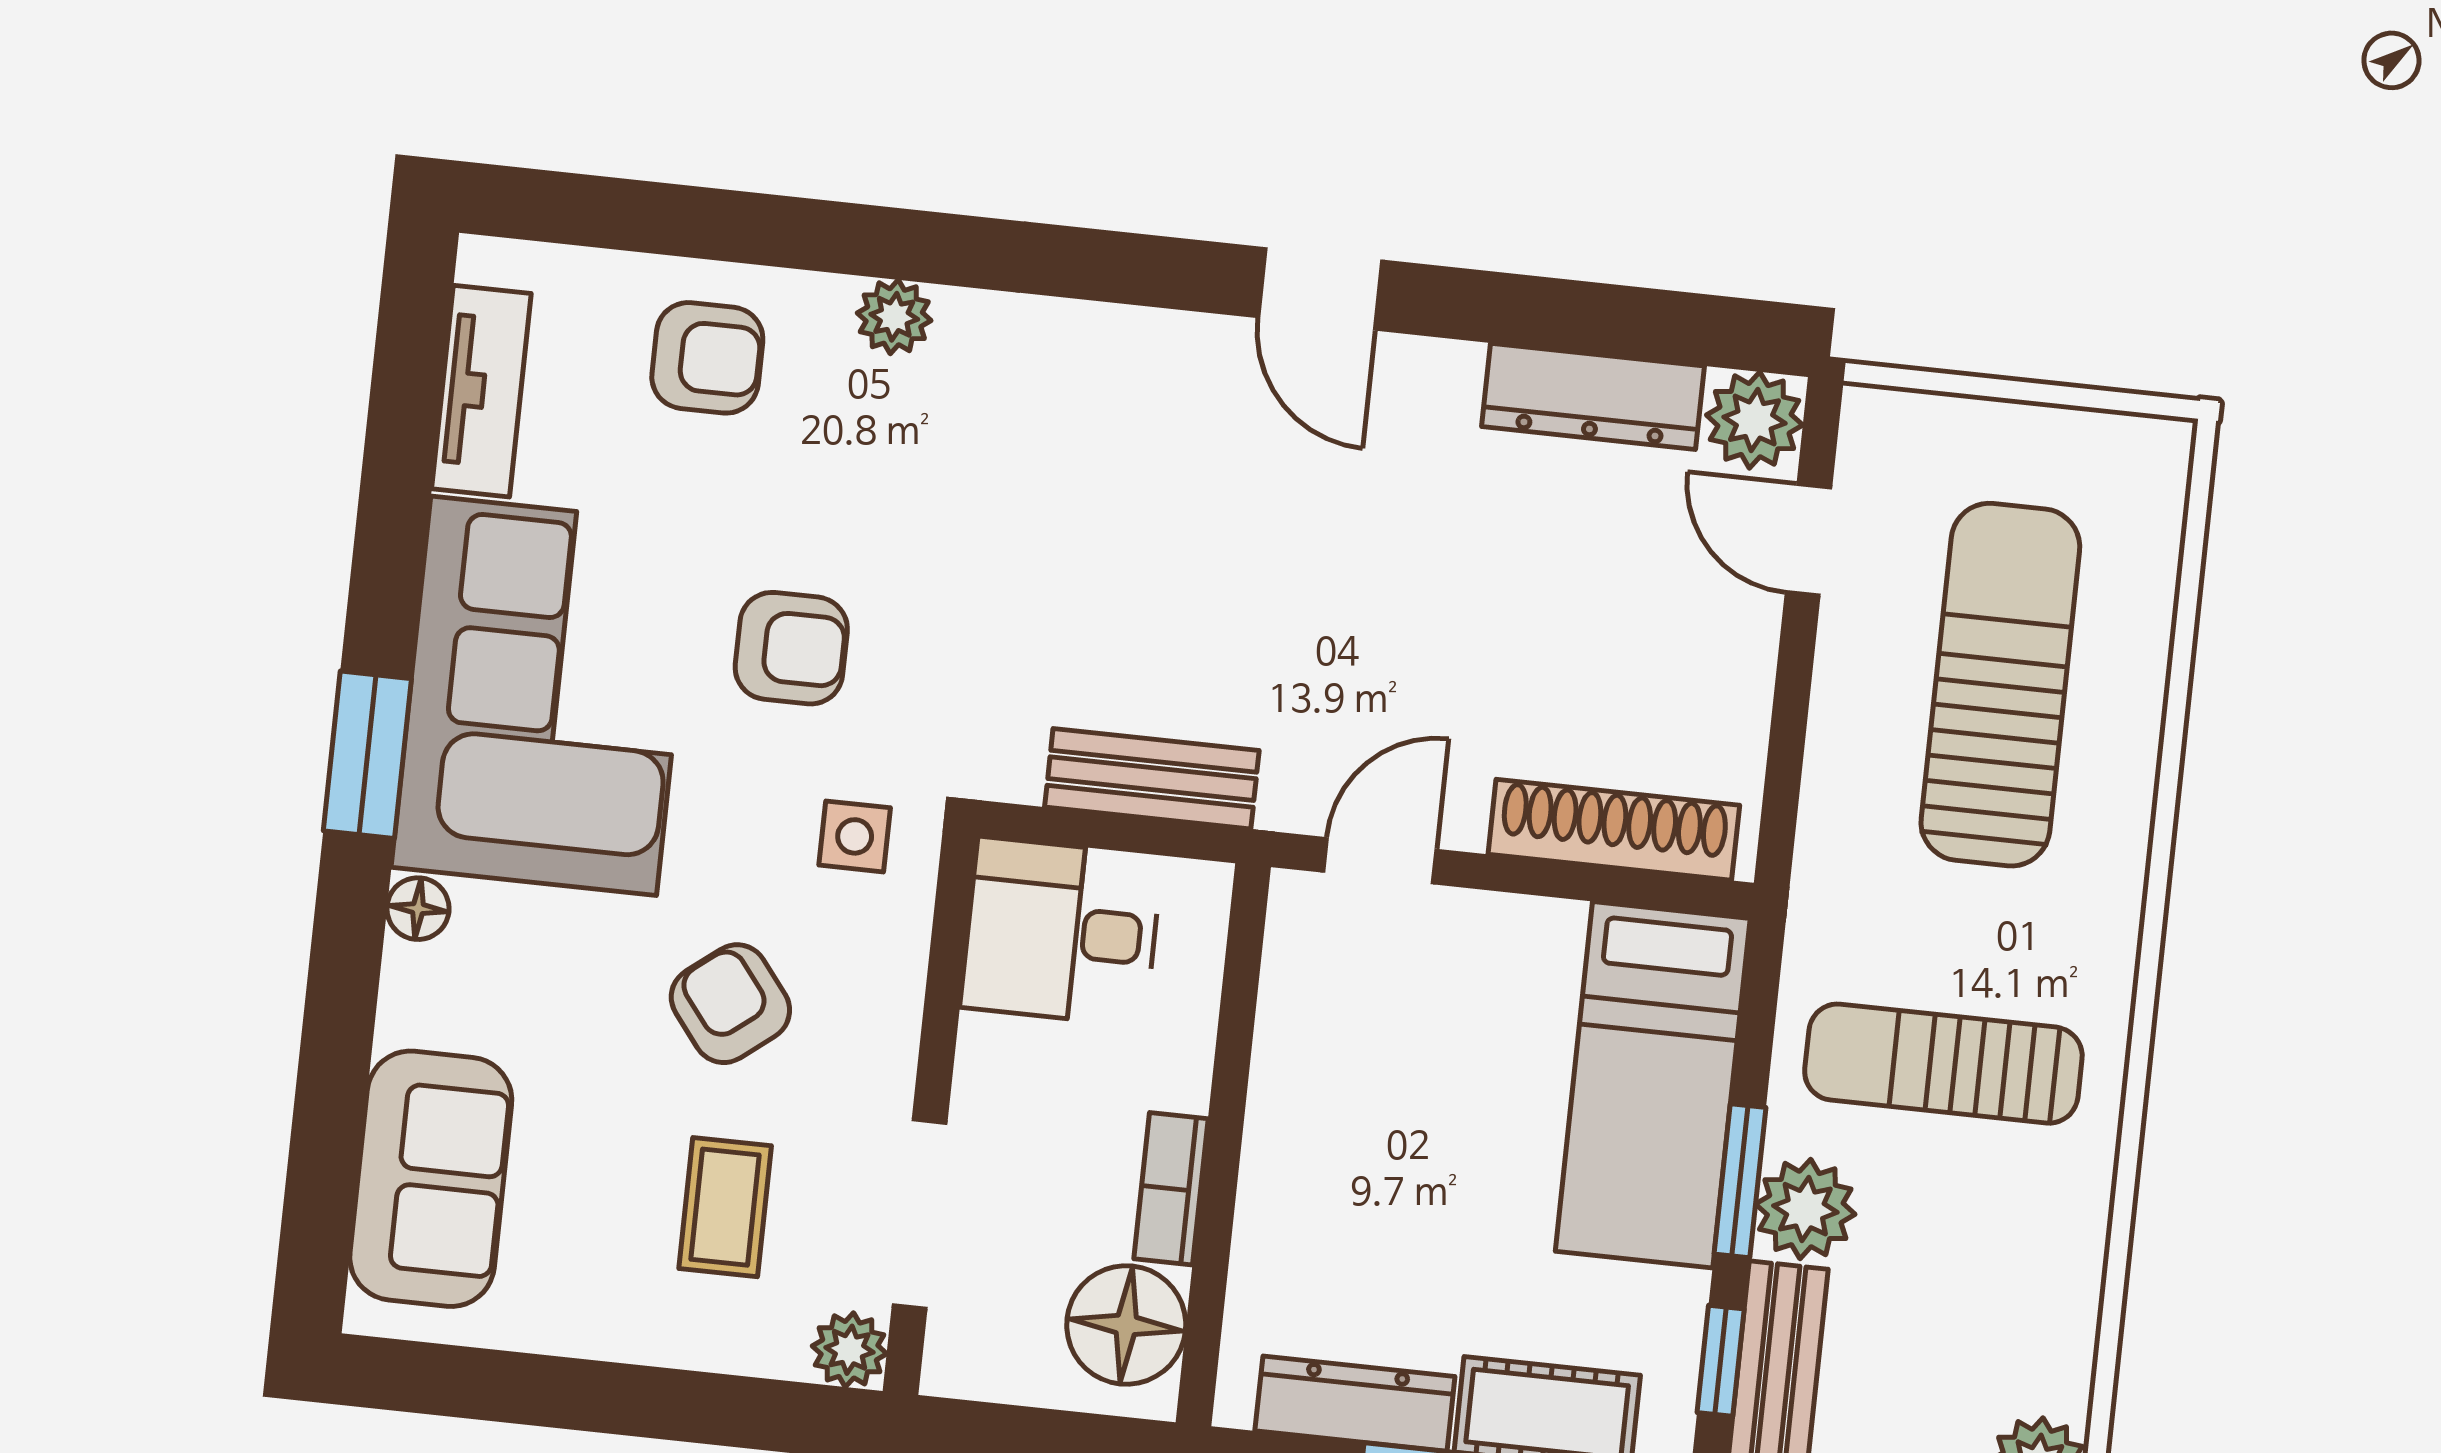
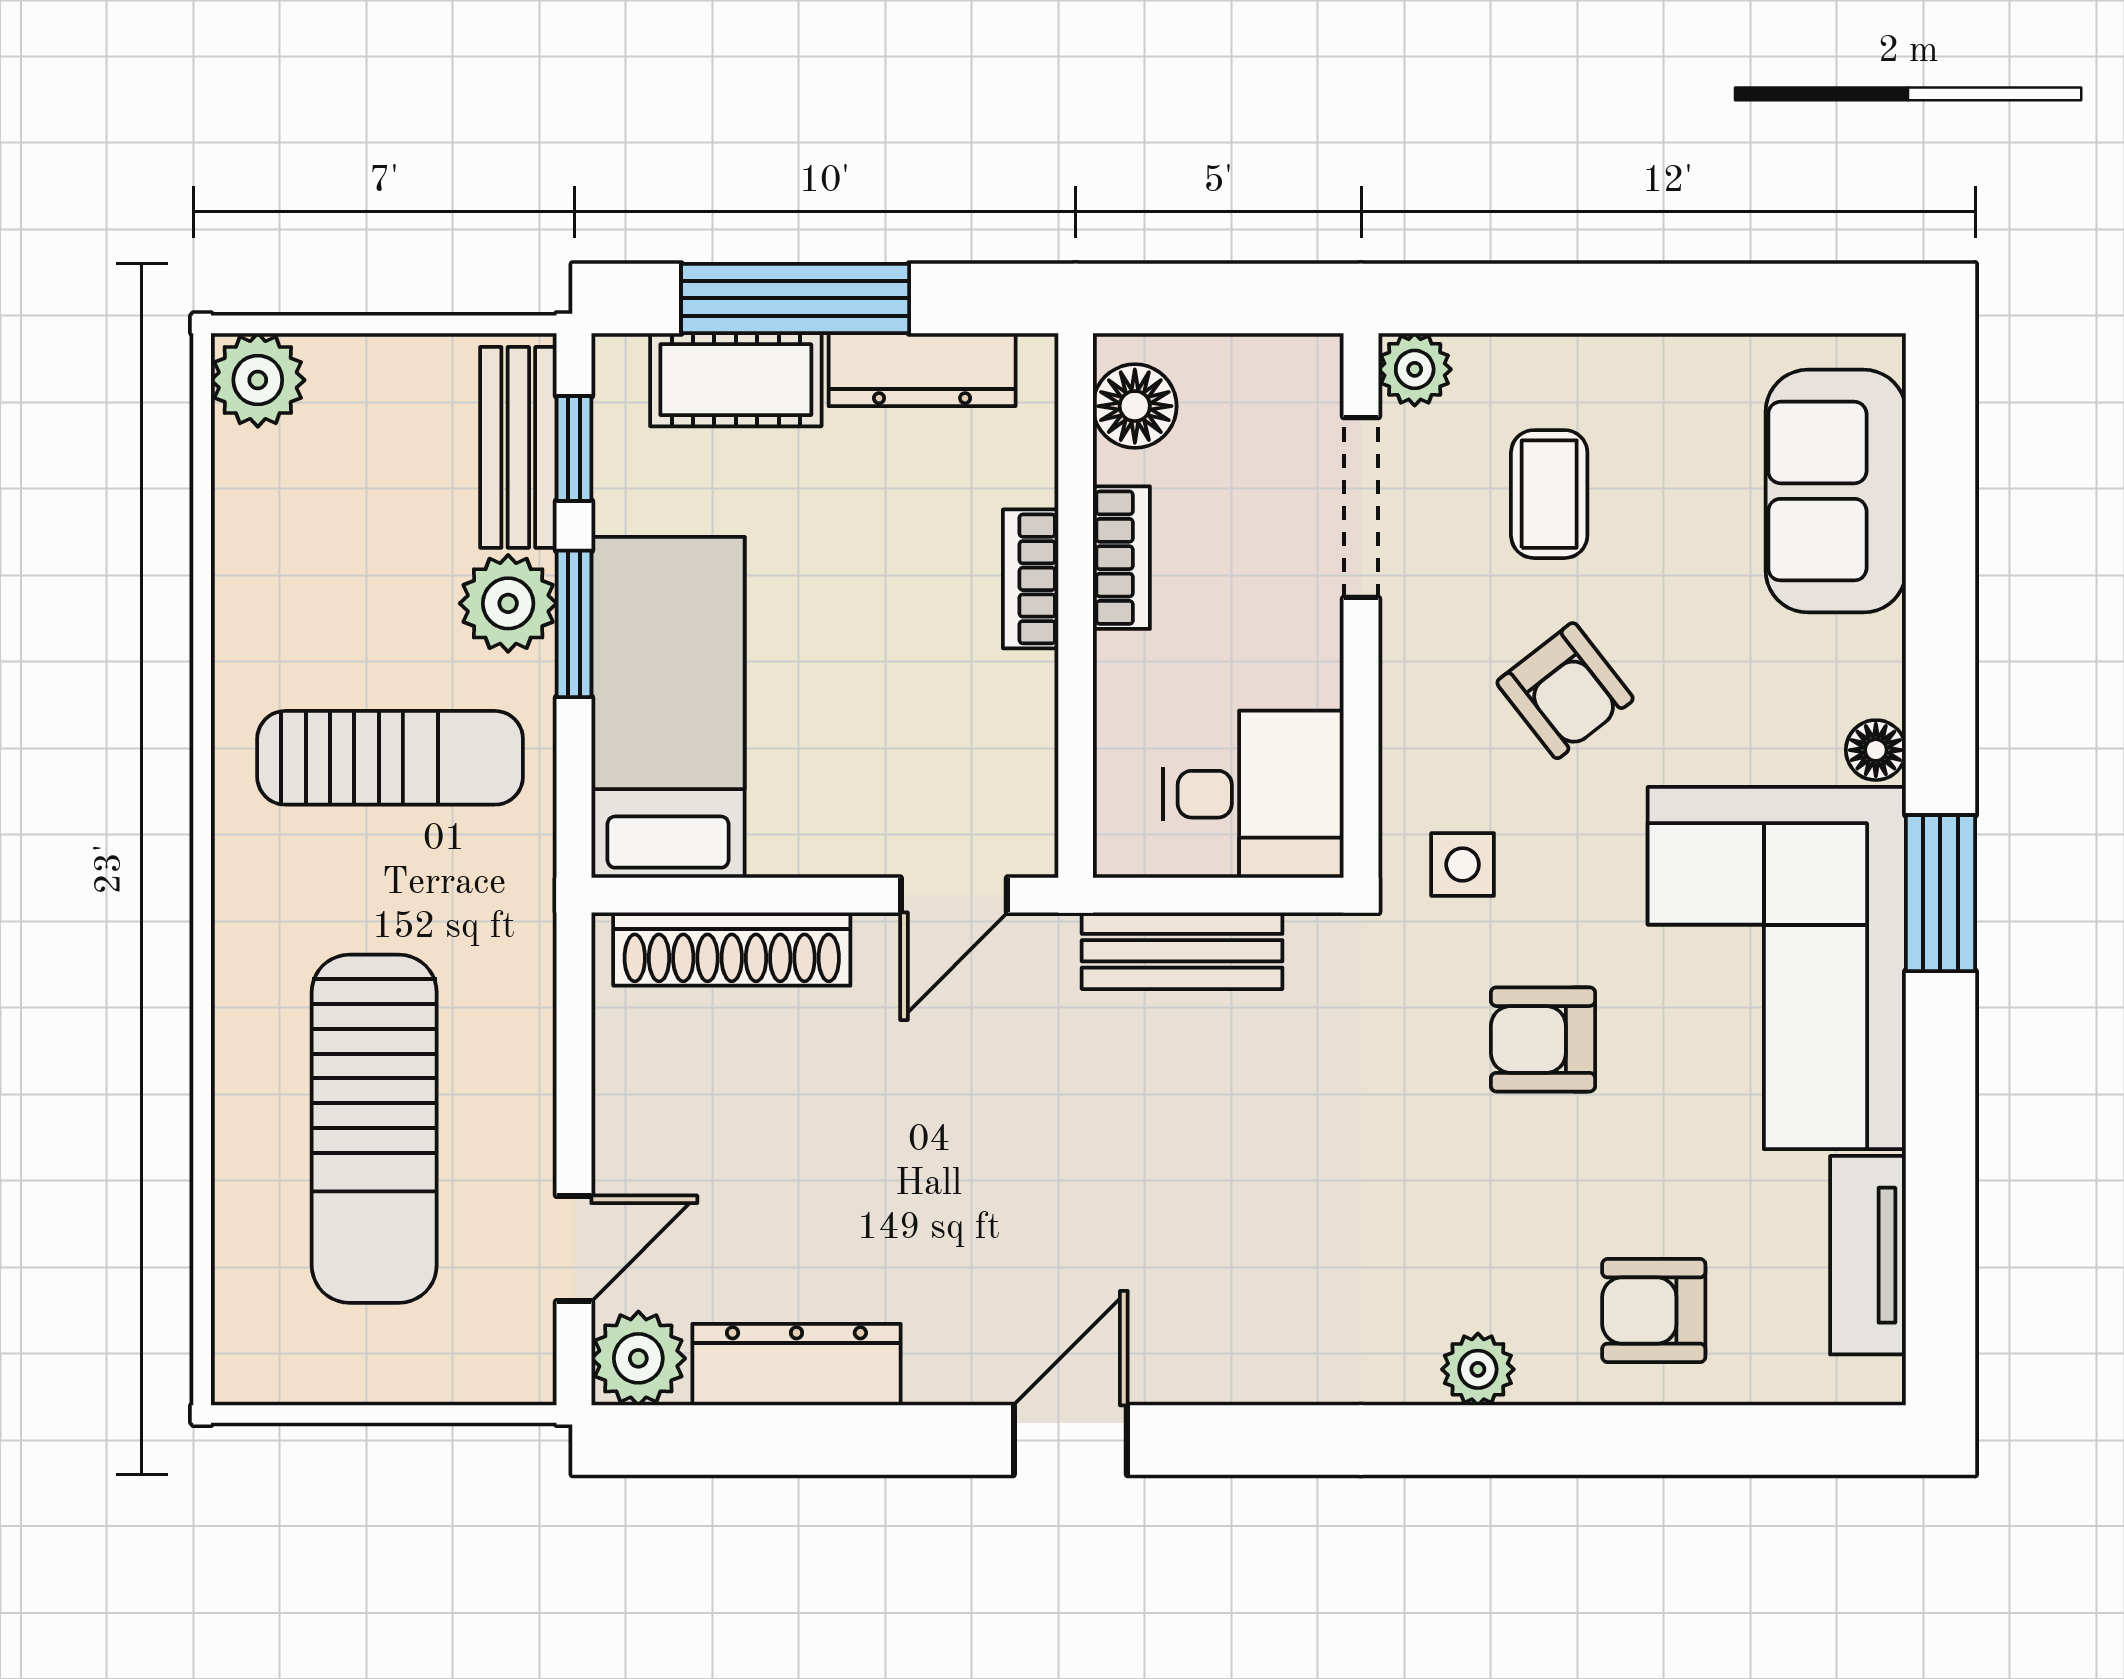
door: (1320, 289) -> (1070, 1440), hinge flipped
door: (1808, 540) -> (574, 1248), hinge flipped
bookcase: (1267, 1177) -> (1031, 579), added
floor lamp: (1126, 1325) -> (1135, 406), width x0.73, depth x0.73

